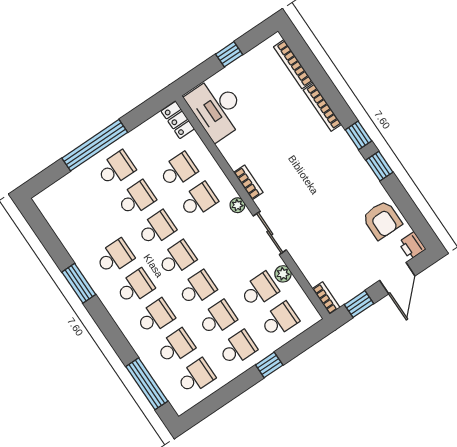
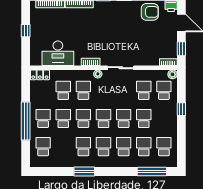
desk: (217, 108) -> (58, 53), moved
plant: (283, 274) -> (172, 74), moved
school desk: (238, 348) -> (43, 147), moved

